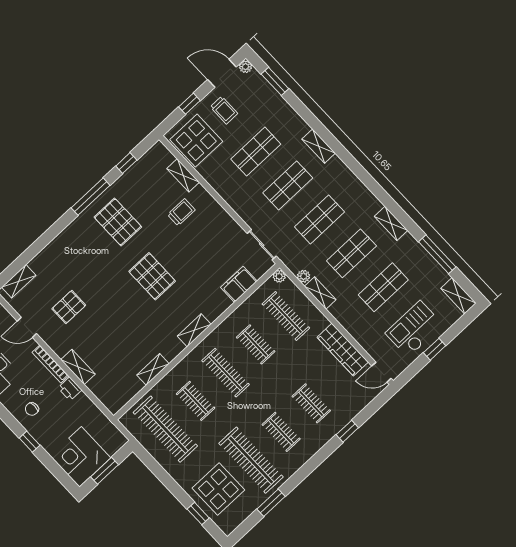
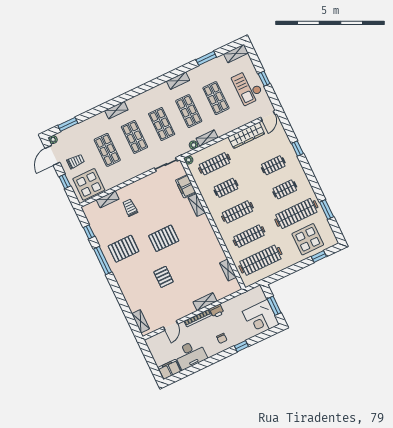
window: (437, 254) -> (206, 58), width x0.69
pallet: (69, 307) -> (163, 277), moved
shelving: (194, 330) -> (197, 205), moved
shelving: (153, 369) -> (228, 270), moved
clothes rail: (195, 401) -> (249, 236), width x1.36

